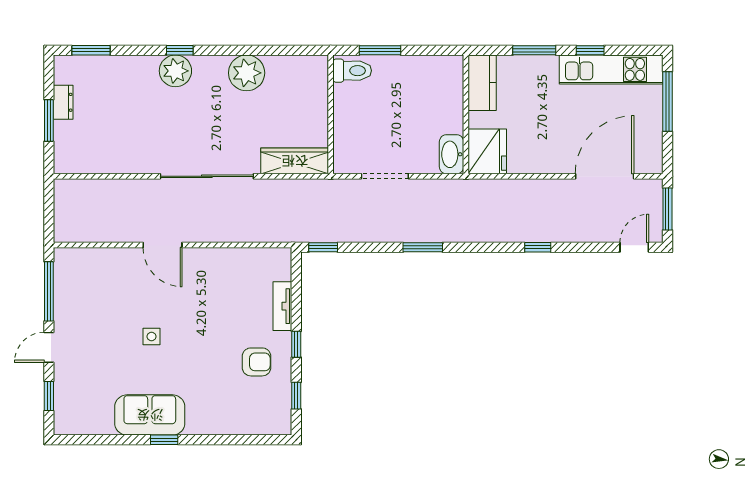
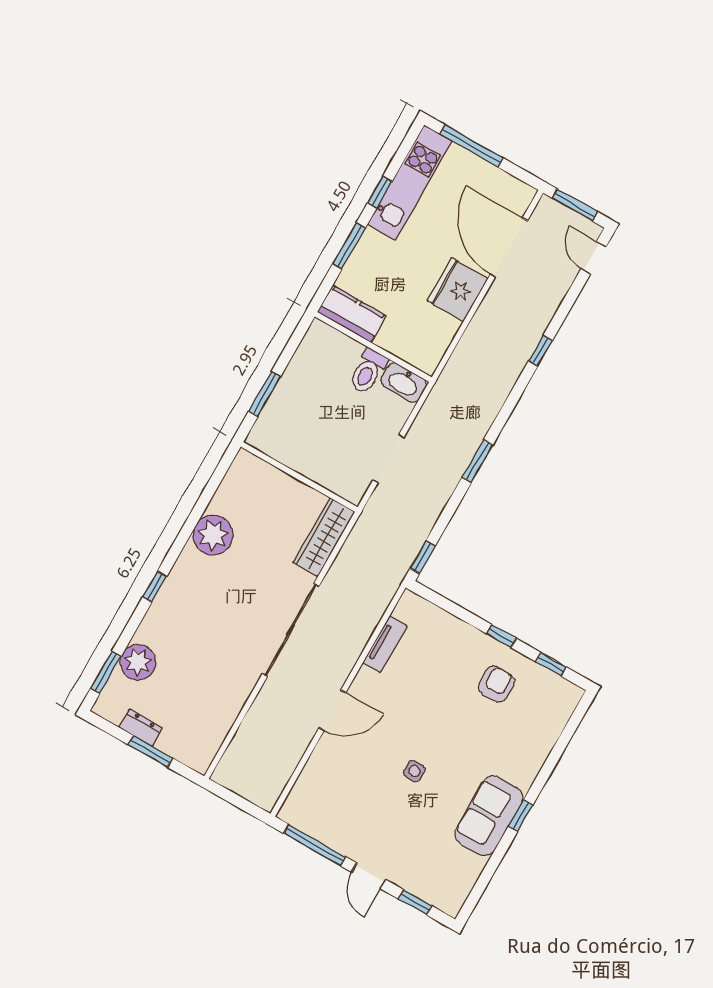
plant: (175, 71) -> (138, 662), moved
toilet: (352, 71) -> (368, 371), moved, turned 180
fridge: (487, 151) -> (458, 290), moved, turned -90
tv unit: (282, 306) -> (385, 644), moved, turned -90

